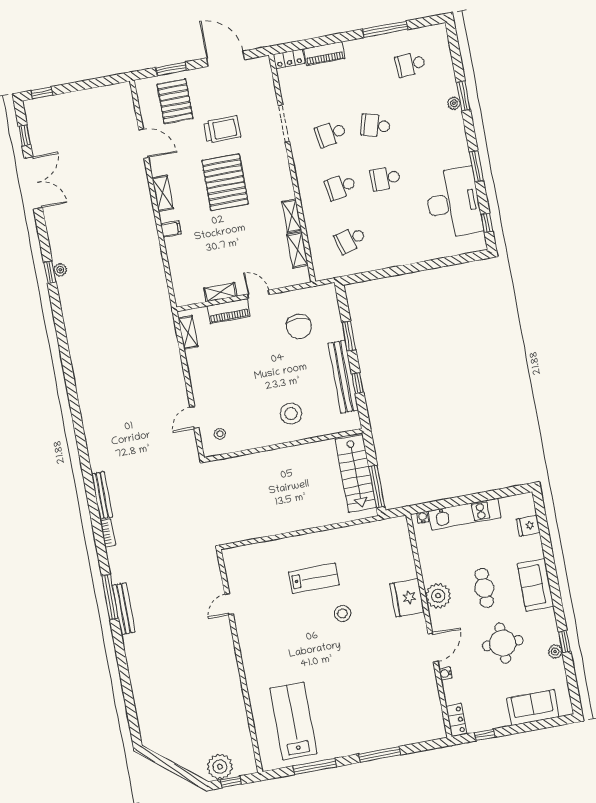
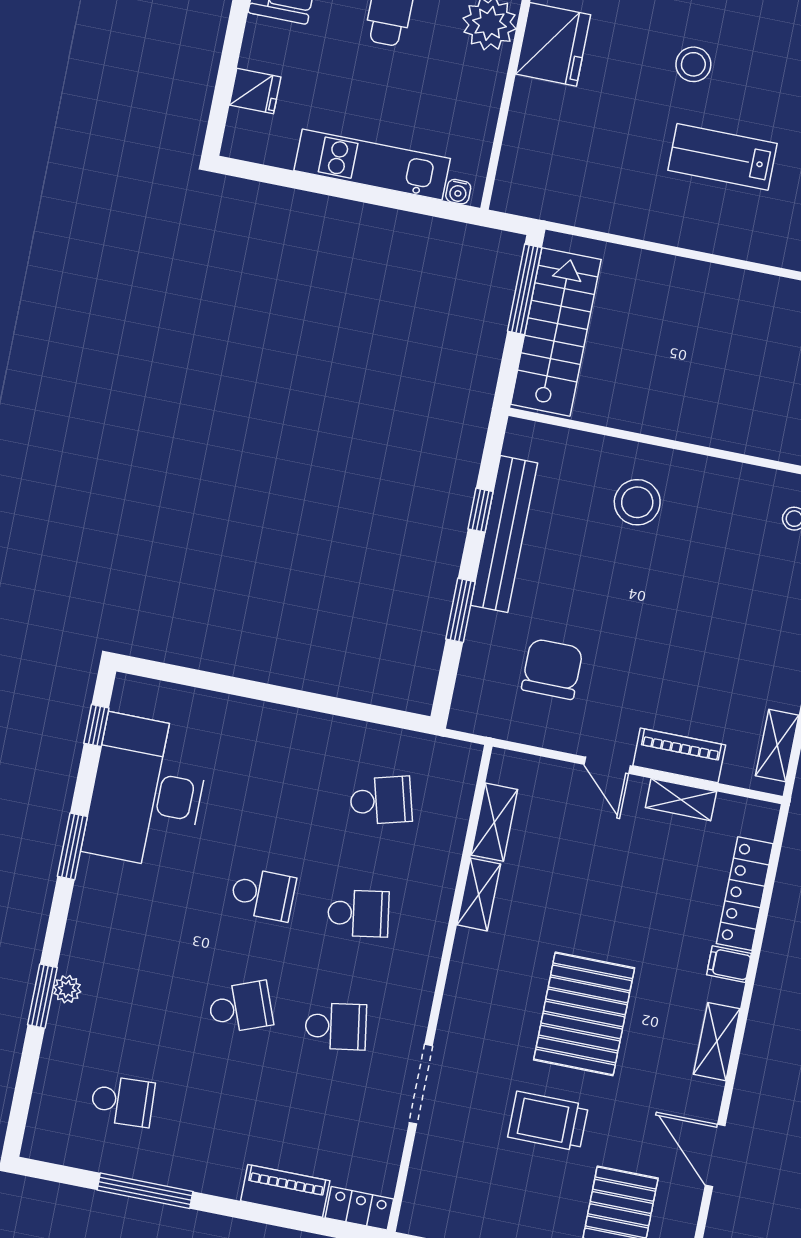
school desk: (375, 125) -> (240, 1007), turned -36
locker: (176, 262) -> (745, 894), added

